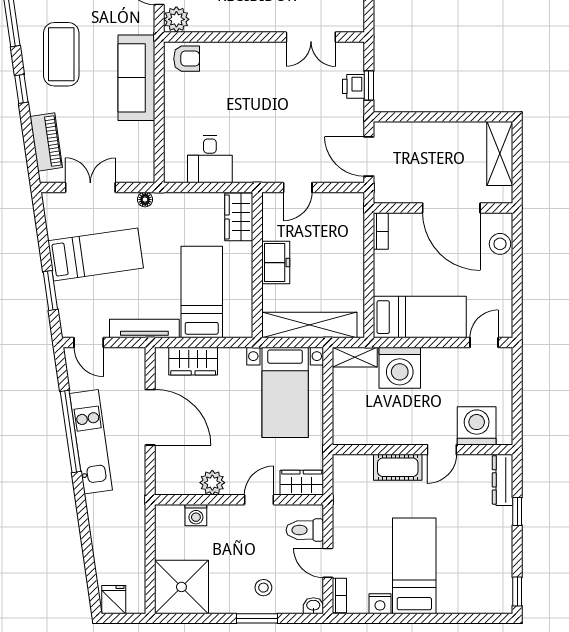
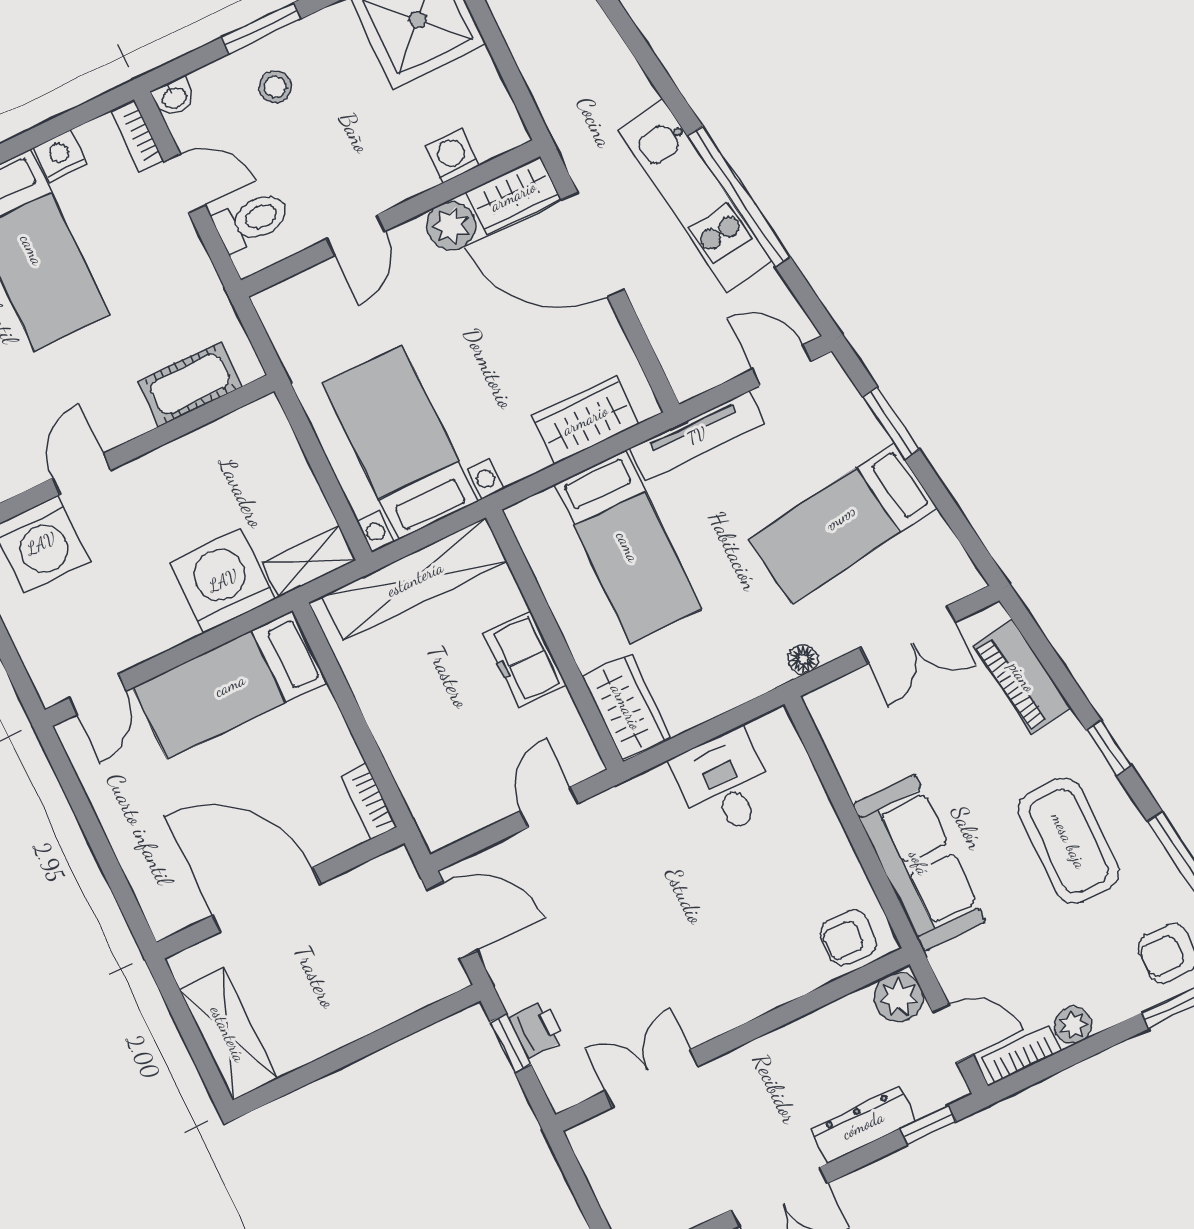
stool: (500, 244) -> (152, 878), removed
door: (150, 417) -> (593, 245), moved
cot: (398, 467) -> (190, 384), moved
wardrobe: (302, 483) -> (513, 196), moved

